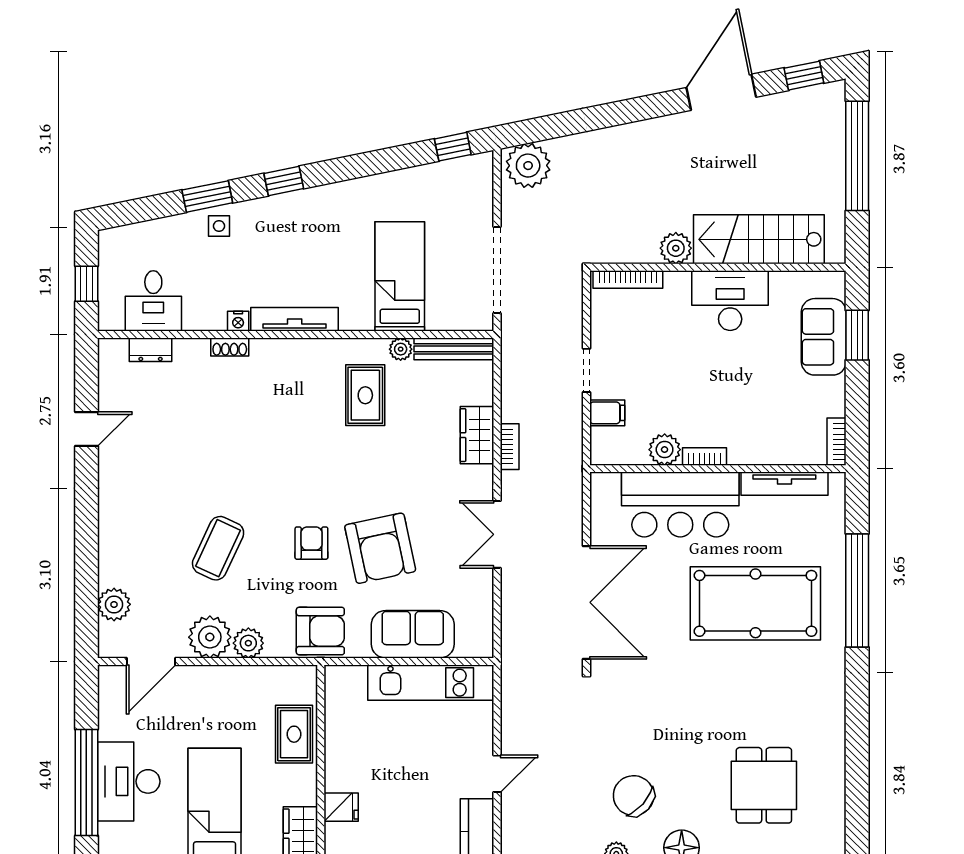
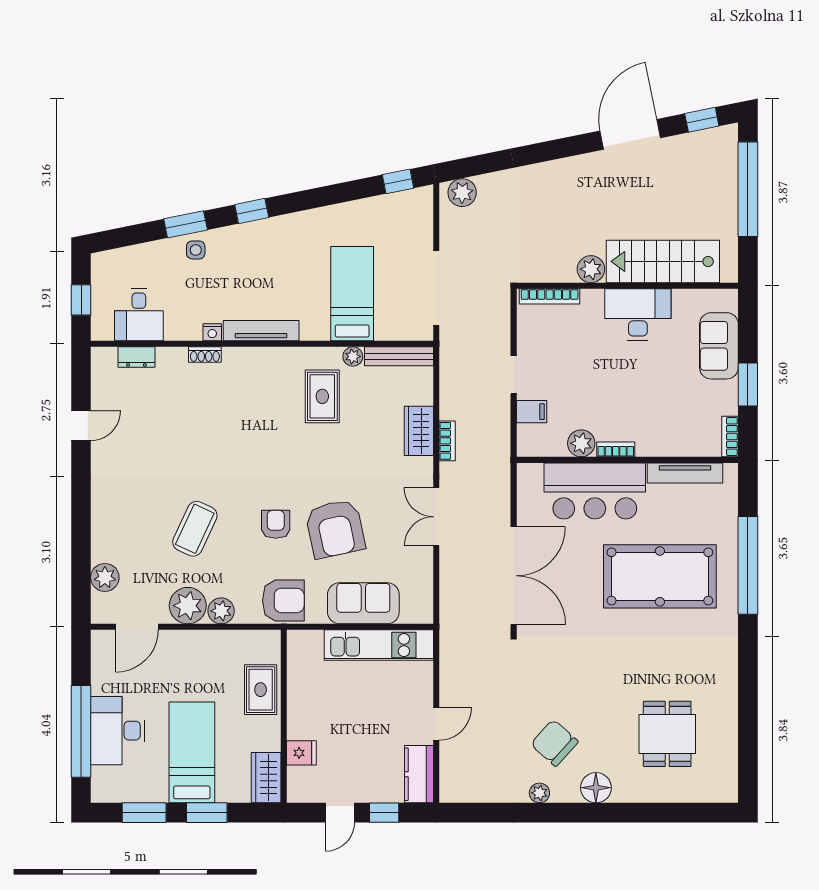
plant: (528, 166) -> (462, 193), width x0.73, depth x0.73
window: (857, 335) -> (748, 385), moved

